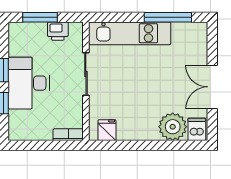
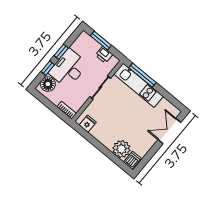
window: (168, 17) -> (142, 75), moved
double door: (212, 87) -> (169, 131), moved
floor lamp: (20, 122) -> (48, 84), added

